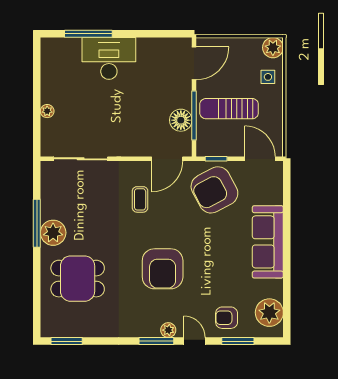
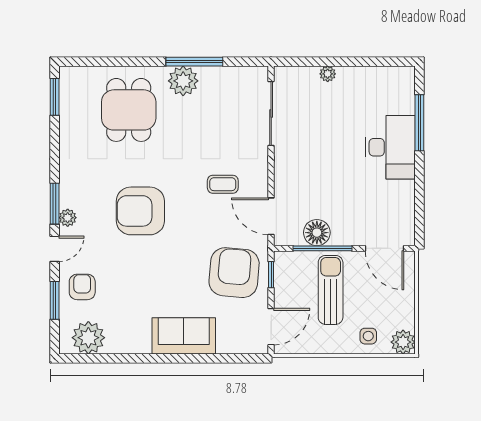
armchair: (214, 190) -> (234, 273), turned 33
sofa: (268, 242) -> (184, 336), width x0.73

